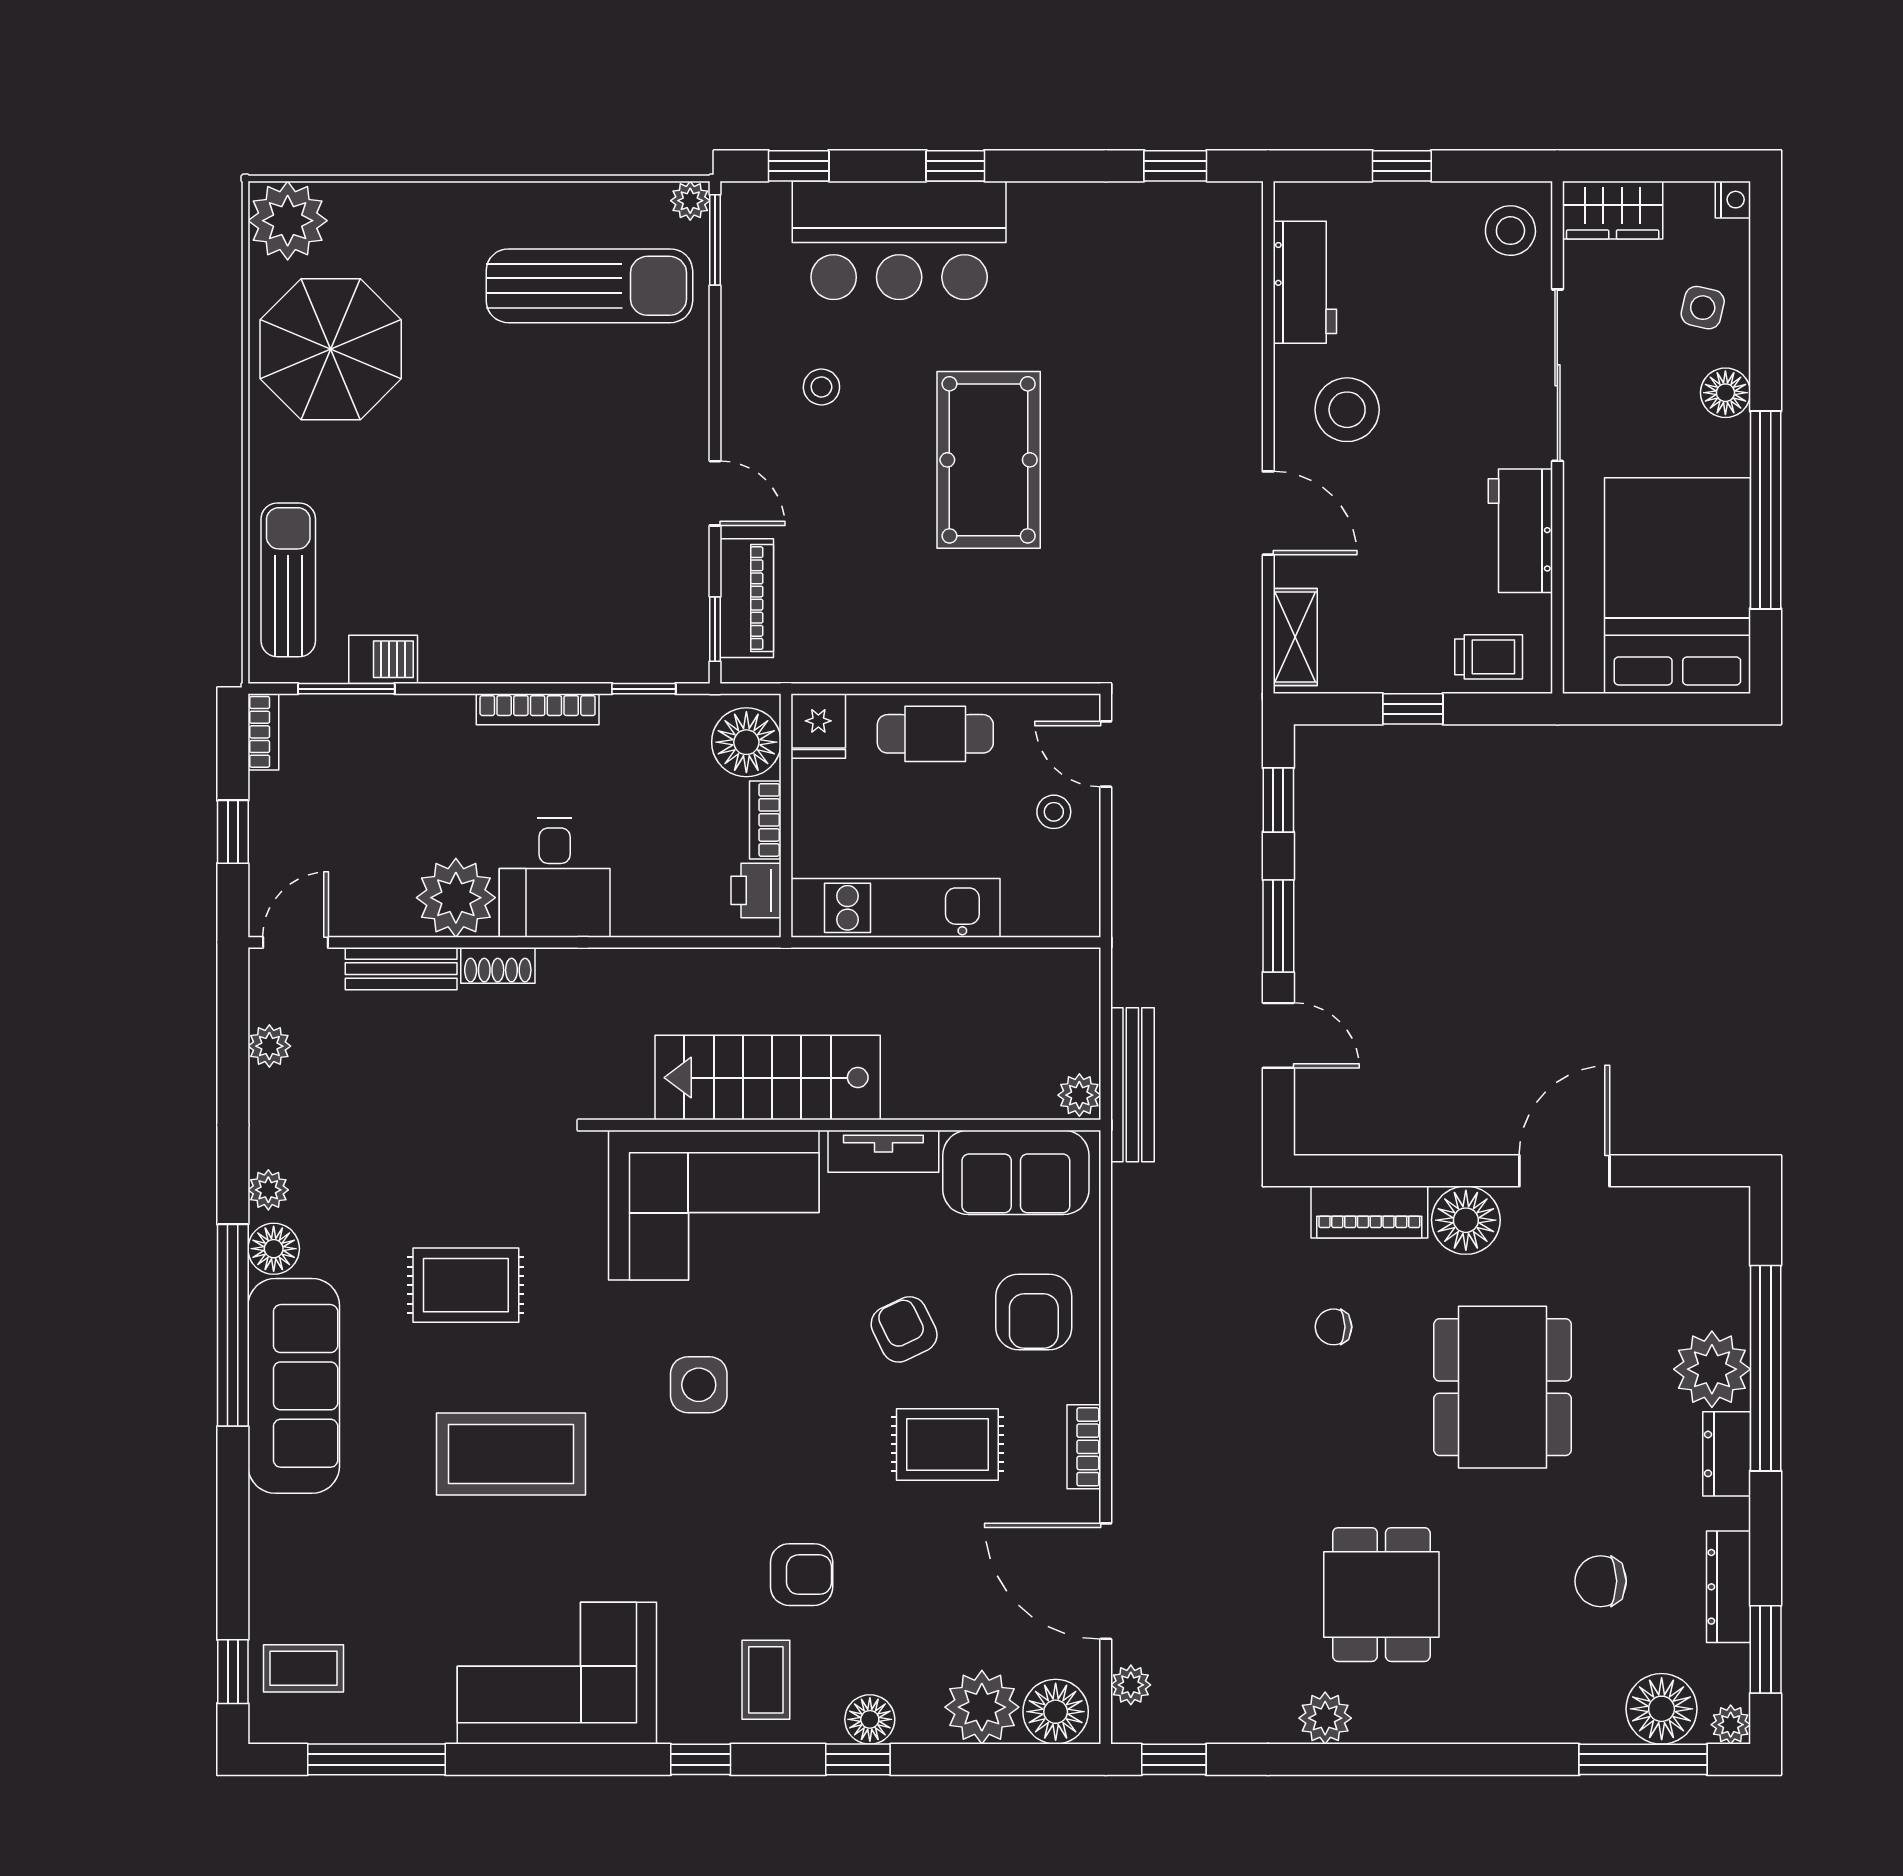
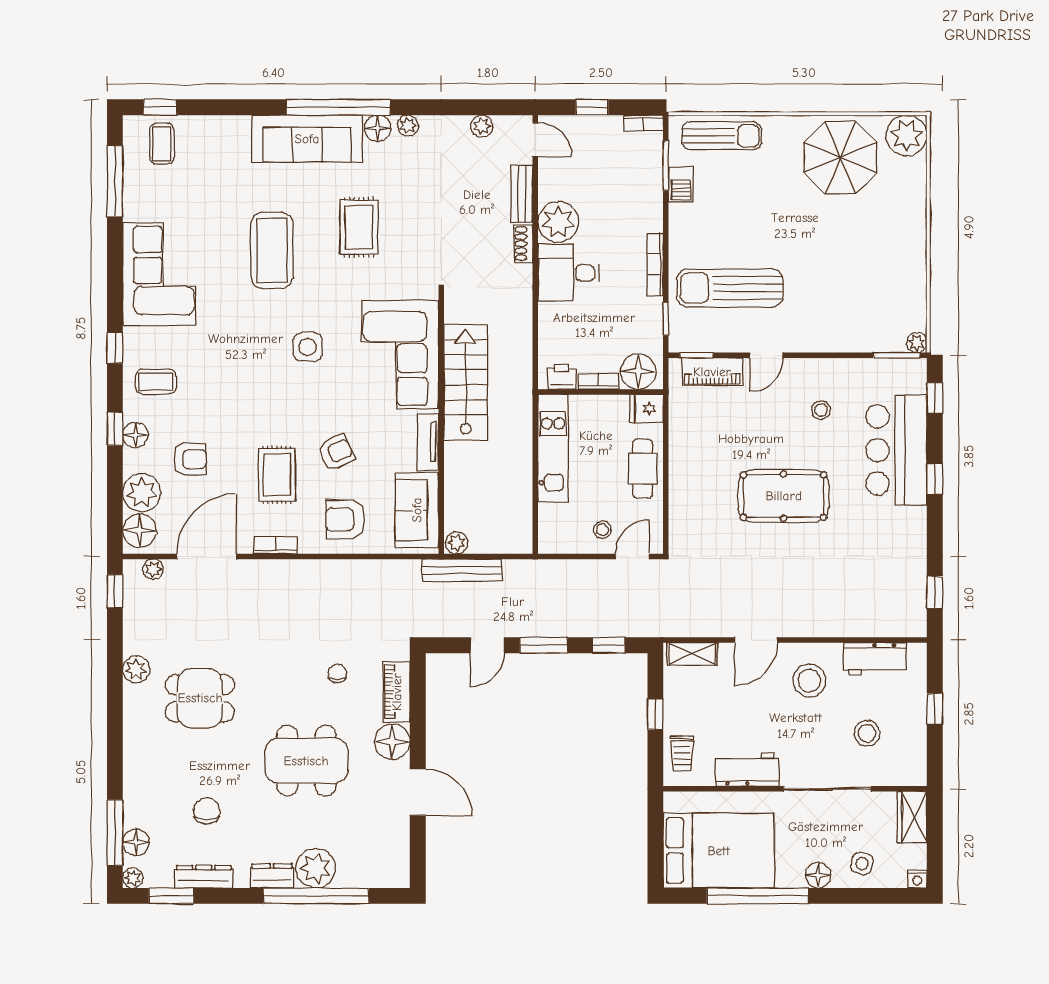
stool: (1510, 231) -> (867, 733), moved
sun lounger: (589, 286) -> (730, 288), moved, turned 90
armchair: (802, 1575) -> (190, 459), moved, turned -90
floor lamp: (1662, 1709) -> (136, 842), width x0.73, depth x0.73

